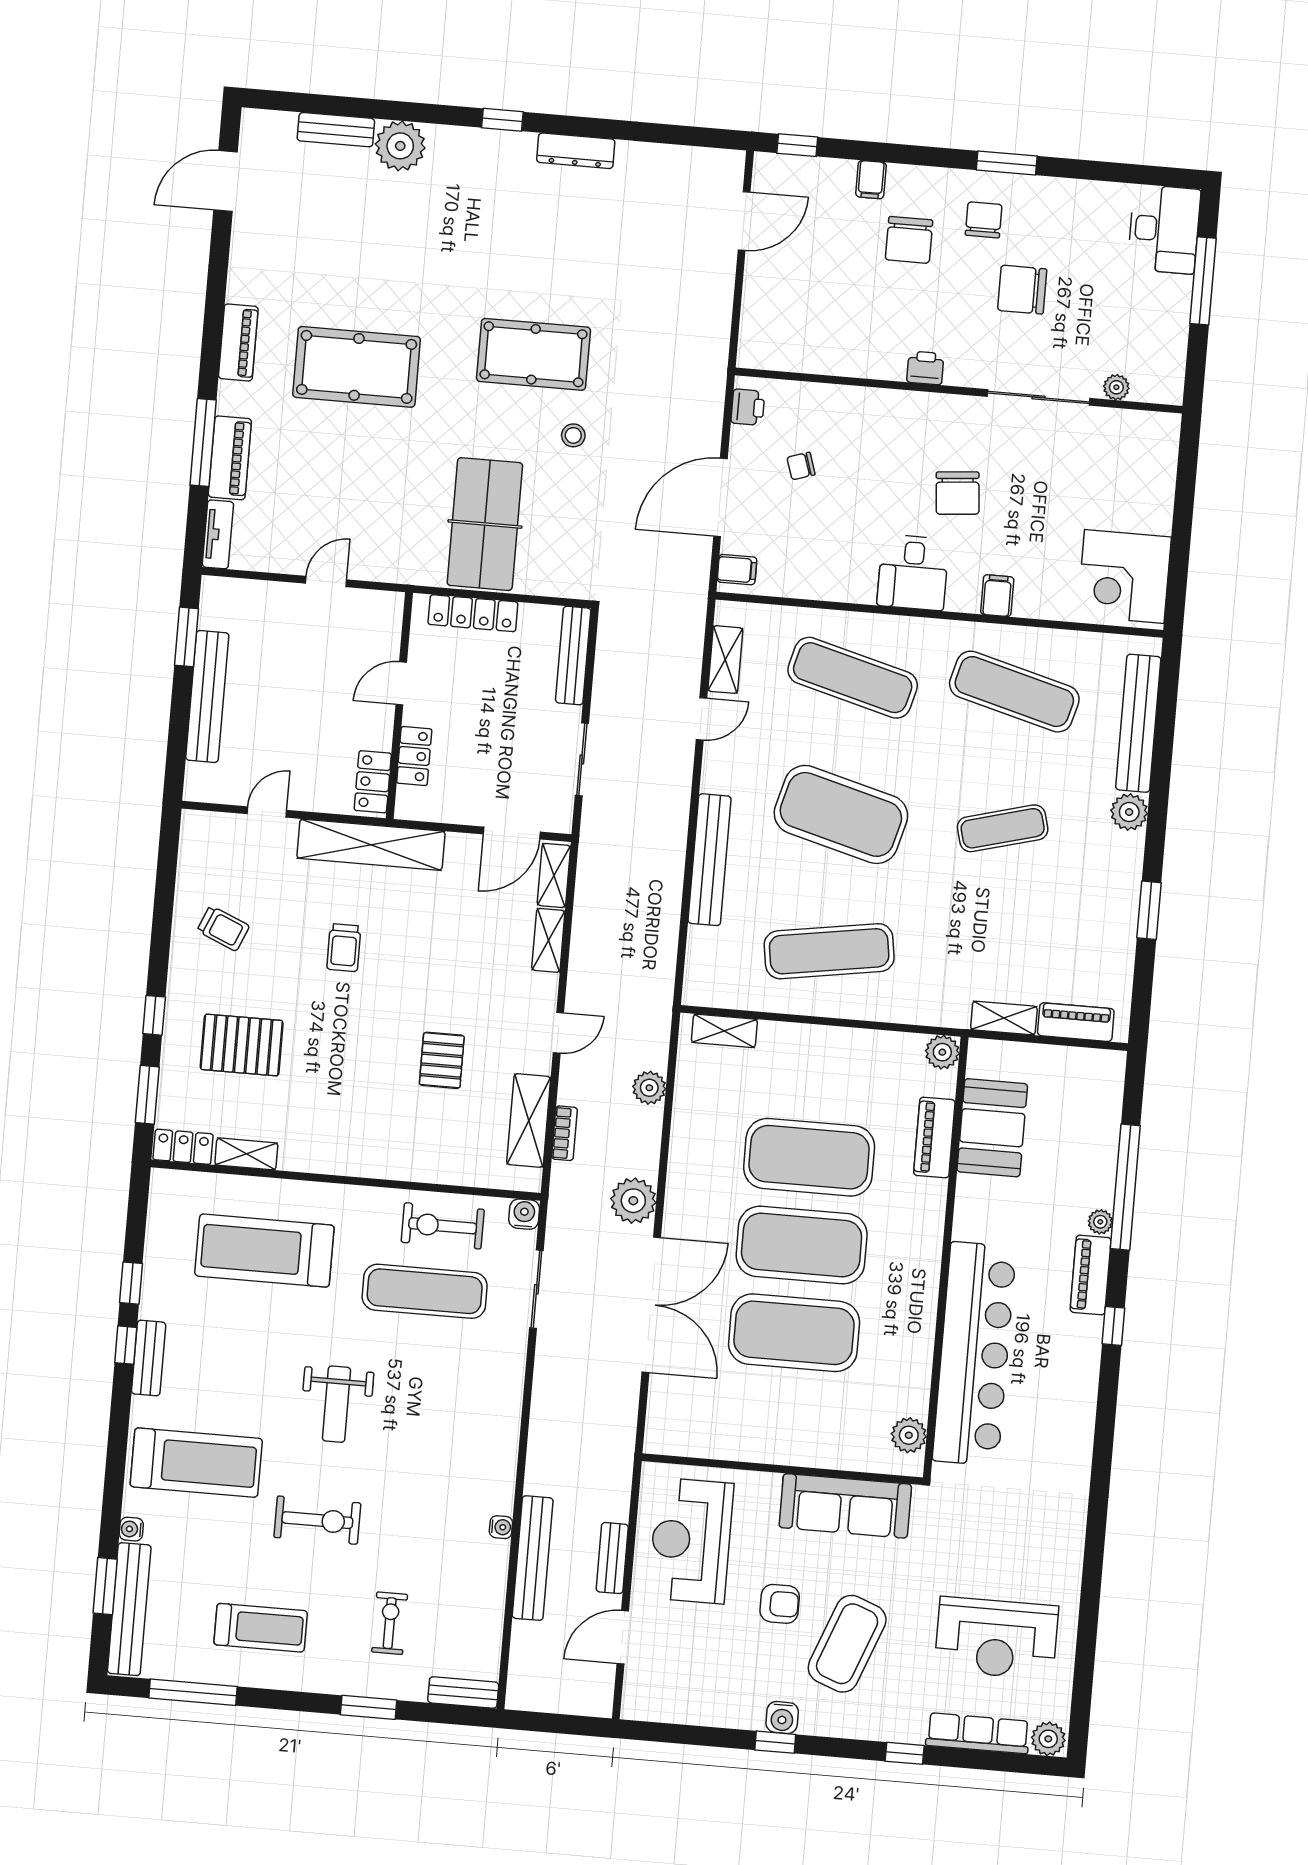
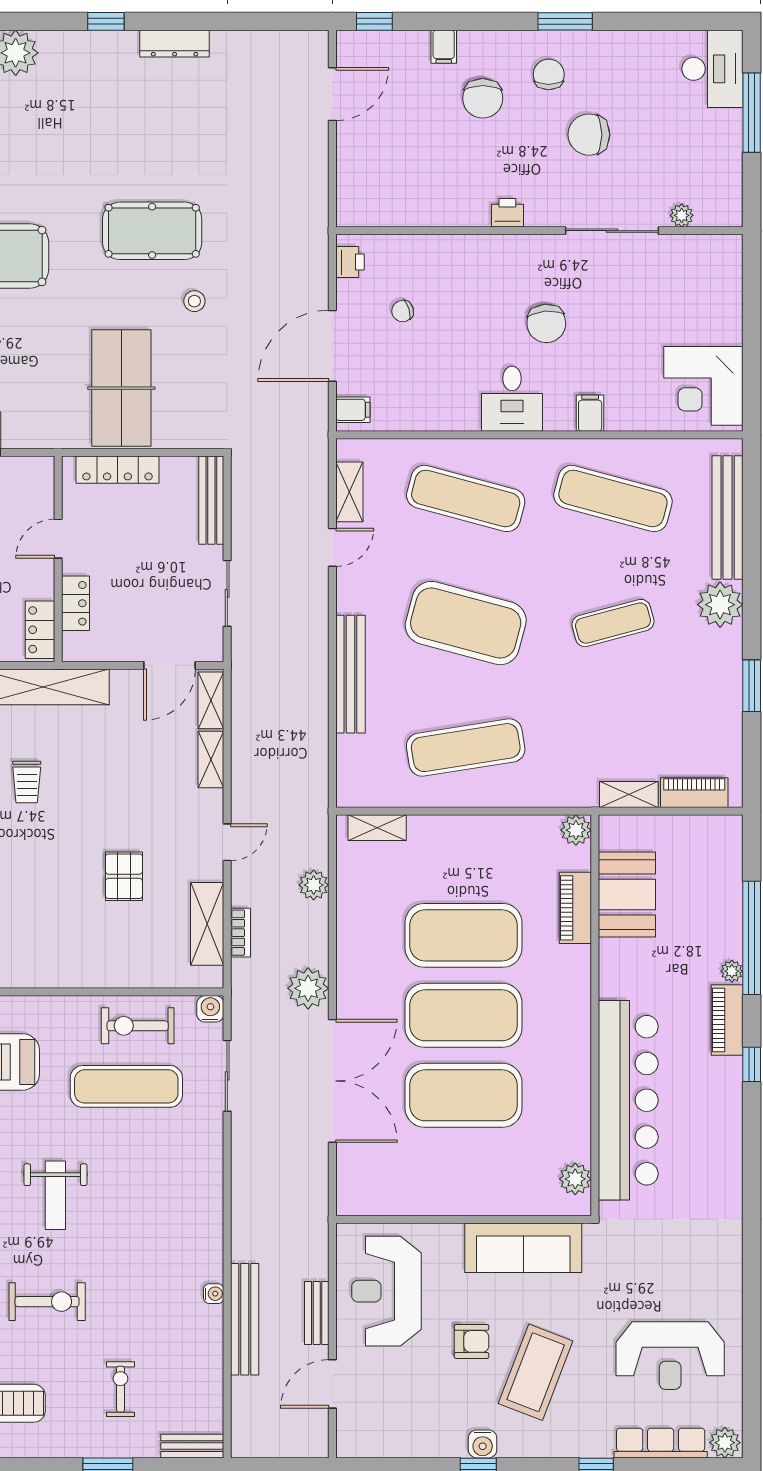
plant: (1129, 812) -> (720, 605), width x1.36, depth x1.36

